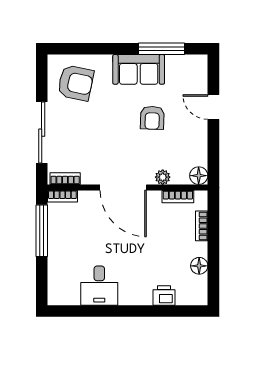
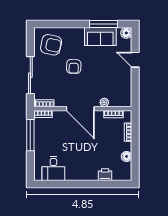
sofa: (139, 69) -> (100, 37), moved
armchair: (152, 118) -> (74, 66), moved
floor lamp: (199, 176) -> (126, 33), moved
desk: (99, 286) -> (53, 169), moved

